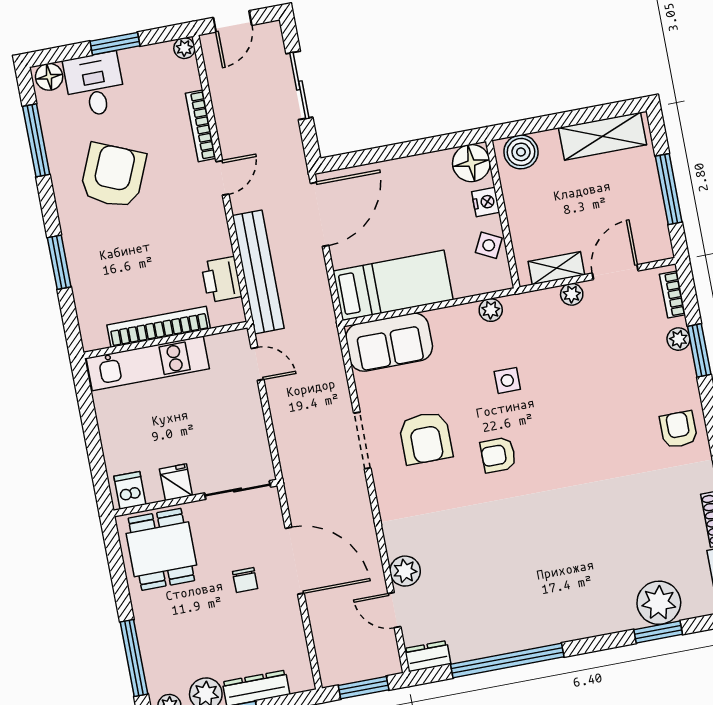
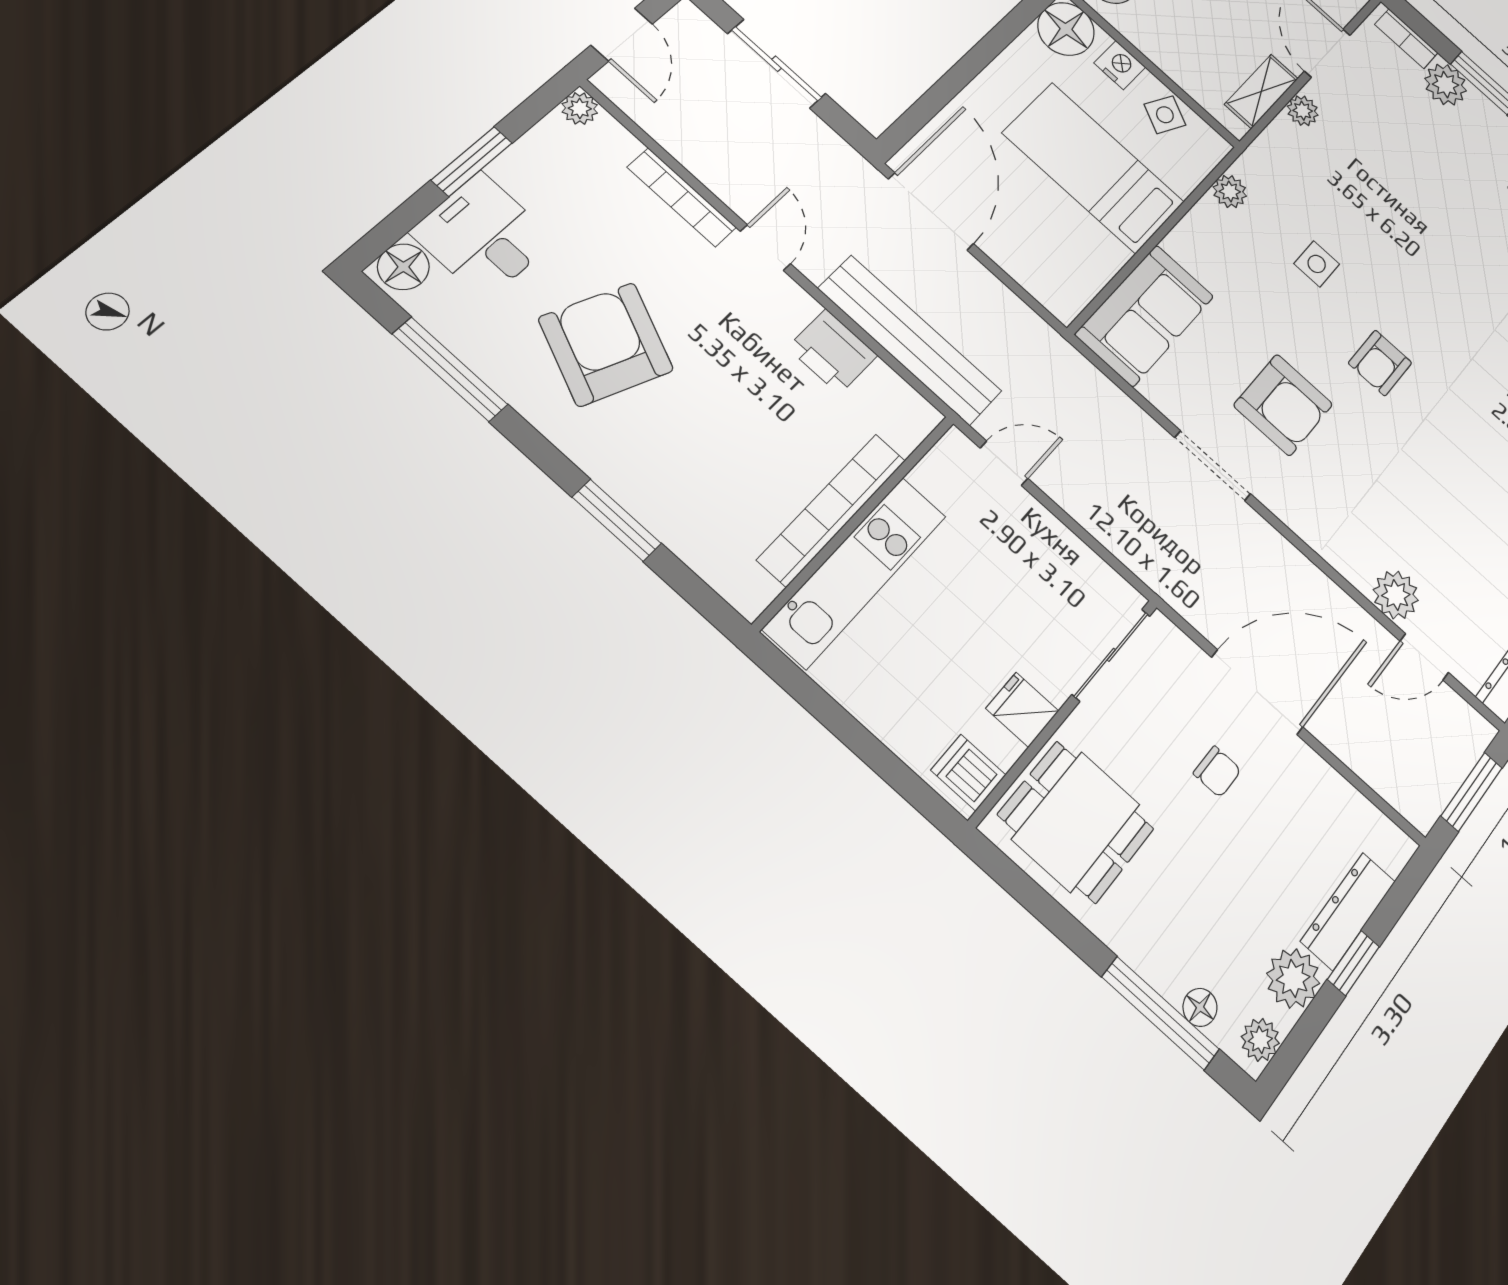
printer: (221, 279) -> (833, 351), moved
bed: (393, 285) -> (1093, 168), moved, turned -90
plant: (678, 339) -> (1446, 85), width x1.38, depth x1.38
floor lamp: (153, 670) -> (1200, 1007), added

